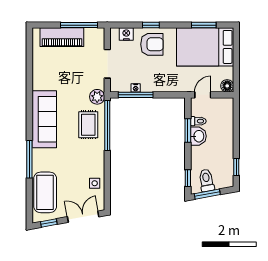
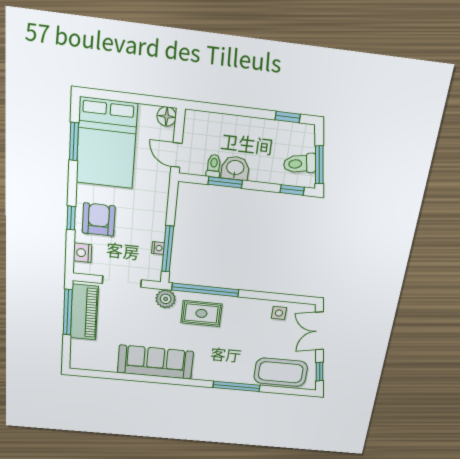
piano: (62, 37) -> (84, 312), moved
sofa: (44, 119) -> (155, 362), moved

